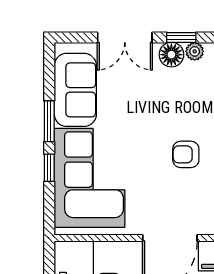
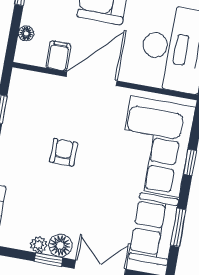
window: (49, 121) -> (178, 228), moved
armchair: (186, 154) -> (63, 152), turned -90

